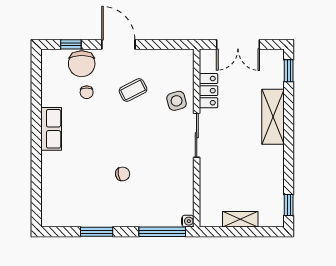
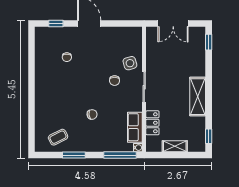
chair: (82, 64) -> (115, 81), moved, width x0.54, depth x0.54
coffee table: (133, 90) -> (58, 137), moved
locker: (209, 91) -> (152, 123), moved
shelving: (273, 117) -> (198, 97), moved
row of seats: (51, 129) -> (135, 127), moved, turned 180

